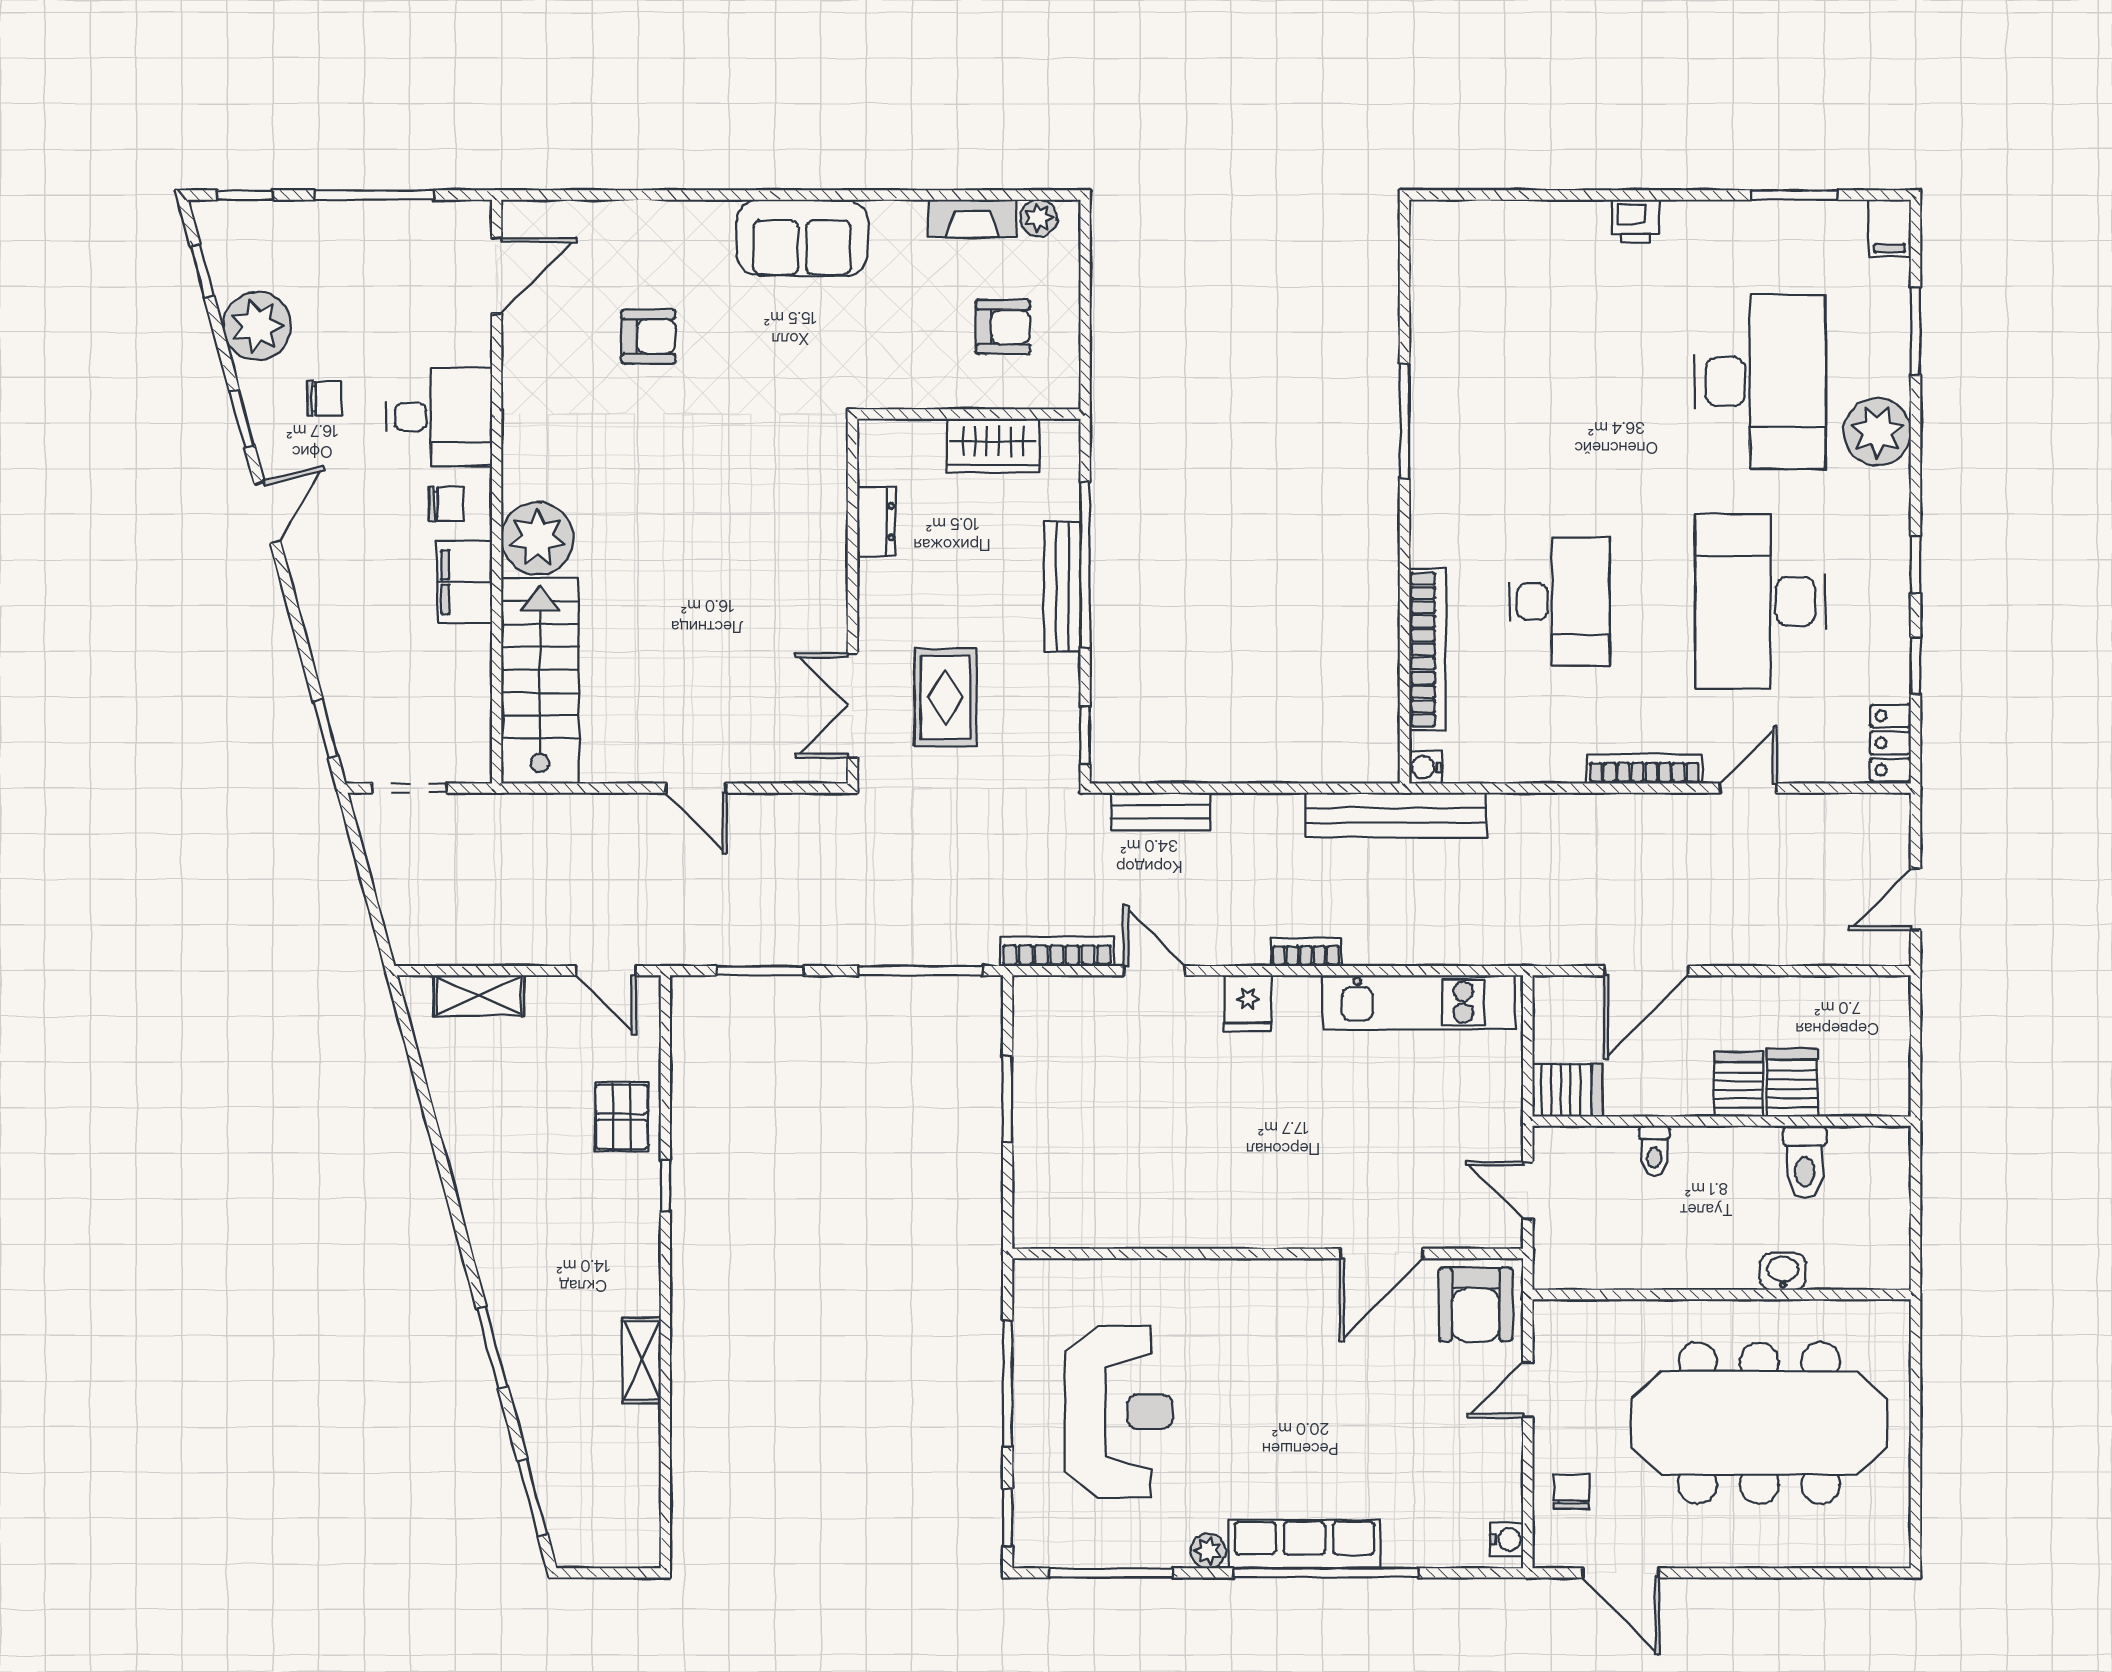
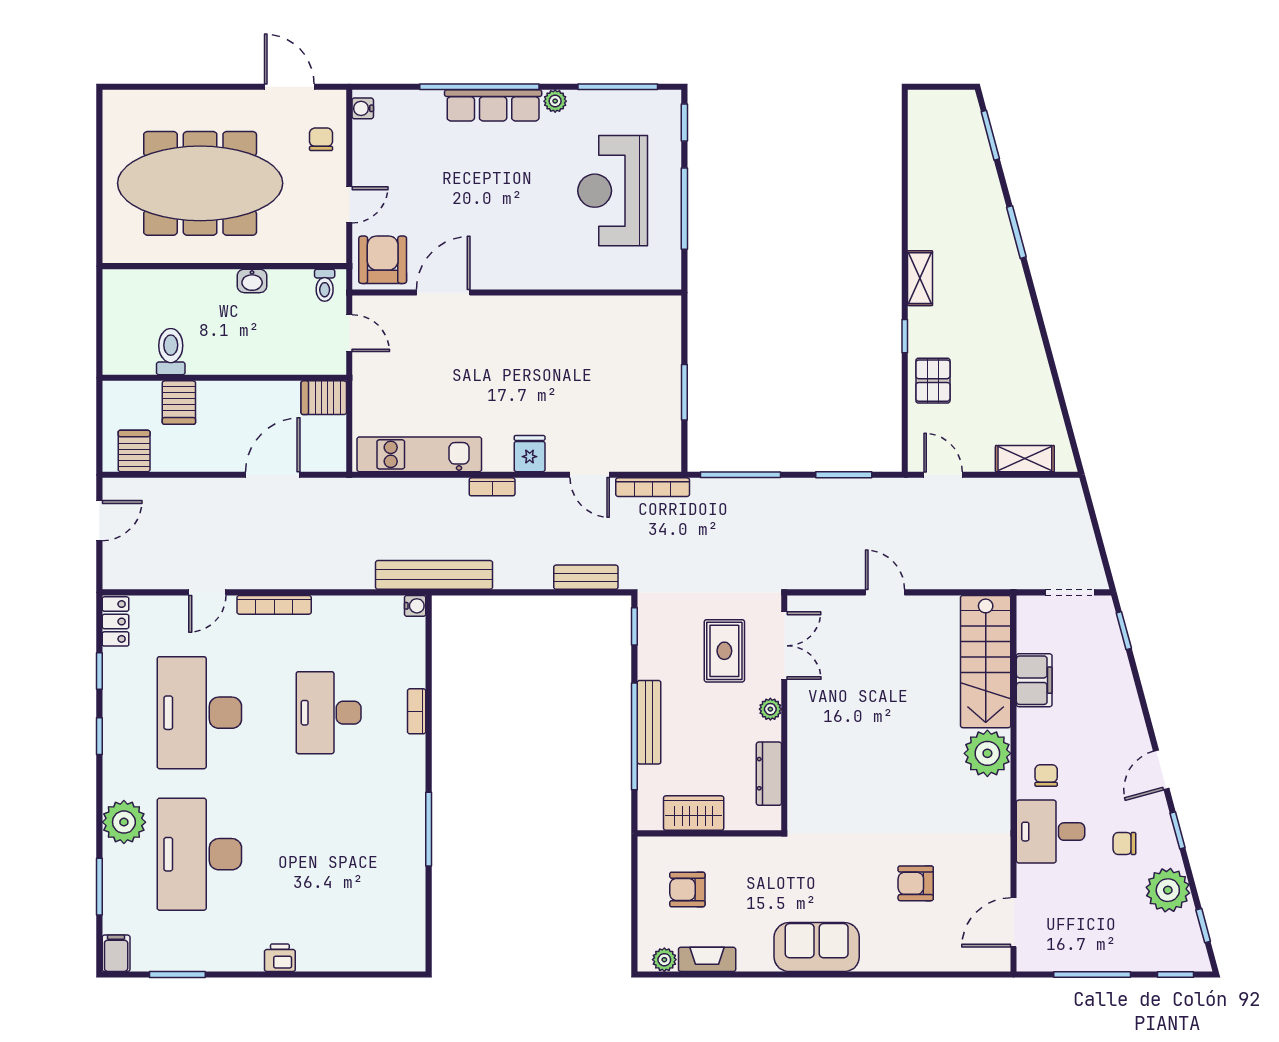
chair: (446, 504) -> (1046, 776), turned 90
dresser: (876, 522) -> (769, 774), width x1.44
filing cabinet: (465, 582) -> (1034, 680), moved
desk: (1760, 601) -> (199, 713), turned 180
plant: (874, 607) -> (770, 709), added
bookcase: (1427, 650) -> (417, 711), width x0.43, depth x0.76
server rack: (1738, 1084) -> (134, 451), moved, turned 180
toilet: (1654, 1151) -> (325, 285), moved, turned 180
washbasin: (1783, 1272) -> (252, 281), moved
shelving: (642, 1360) -> (920, 278), moved
chair: (1571, 1491) -> (321, 139), turned 180

